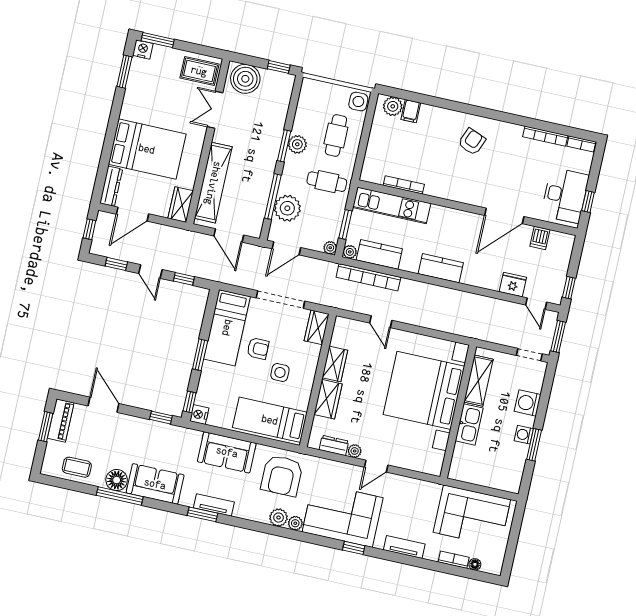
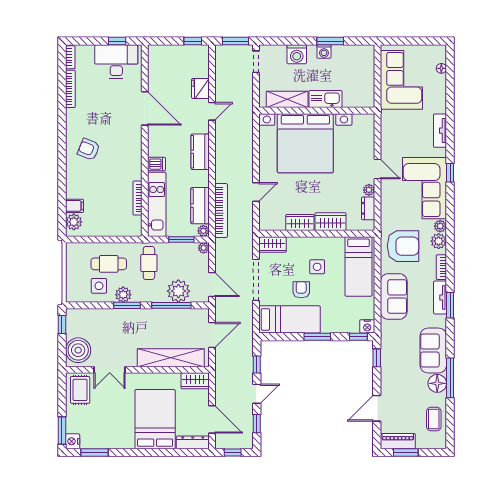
side table: (358, 102) -> (99, 286), moved
dishwasher: (540, 238) -> (157, 164), moved
door: (536, 304) -> (212, 111), moved
bookcase: (454, 560) -> (441, 267), moved

